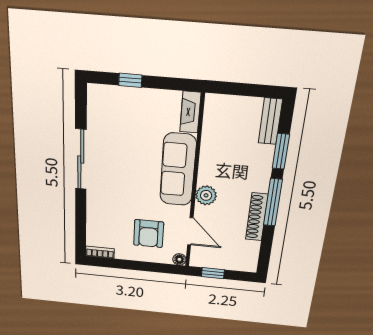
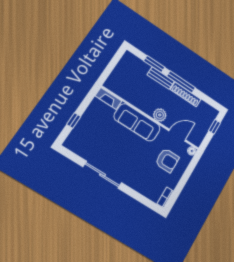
bench: (270, 121) -> (161, 78), moved
window: (213, 273) -> (215, 127), moved

